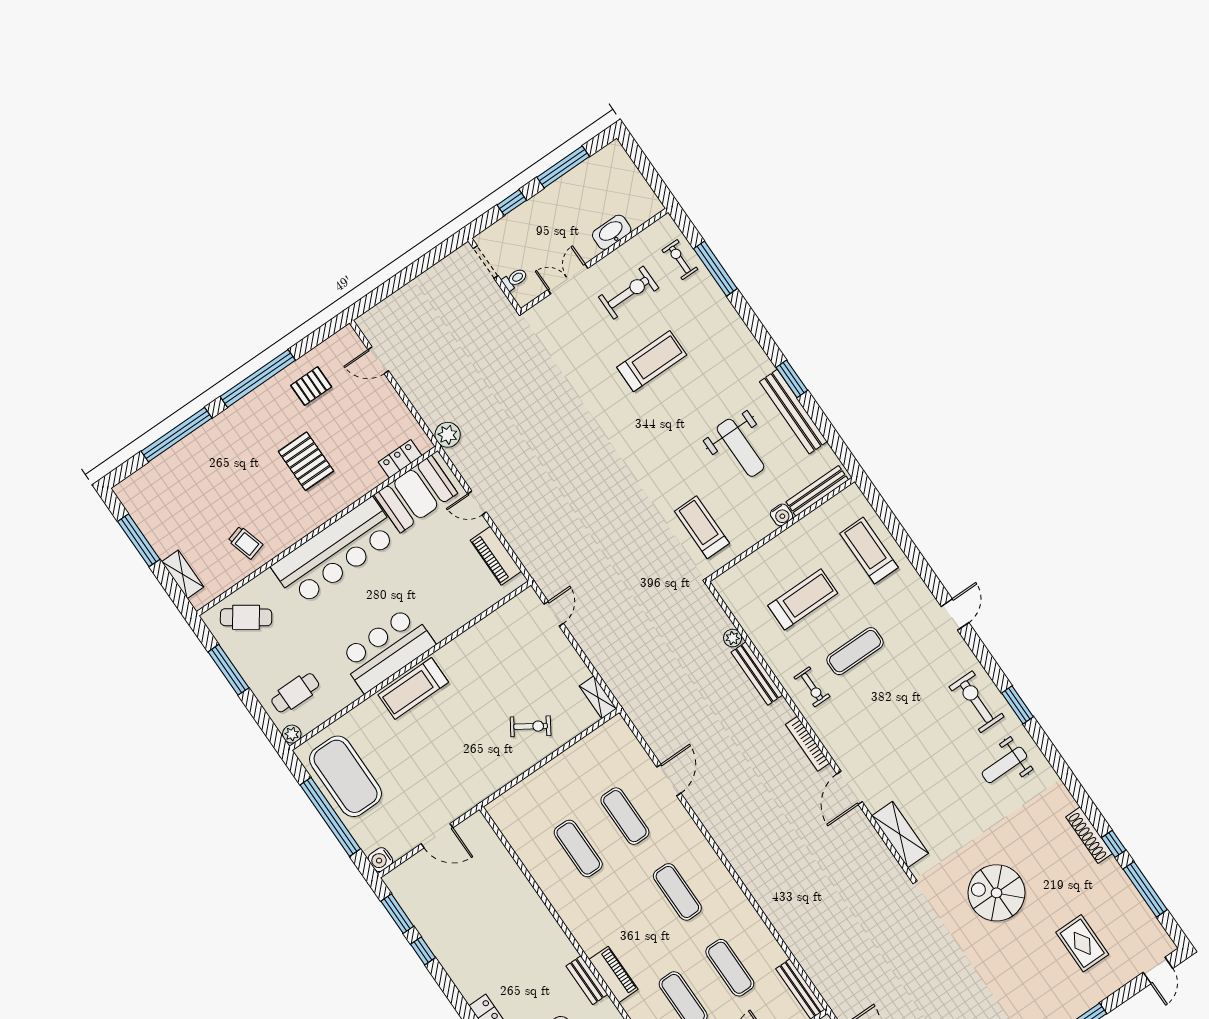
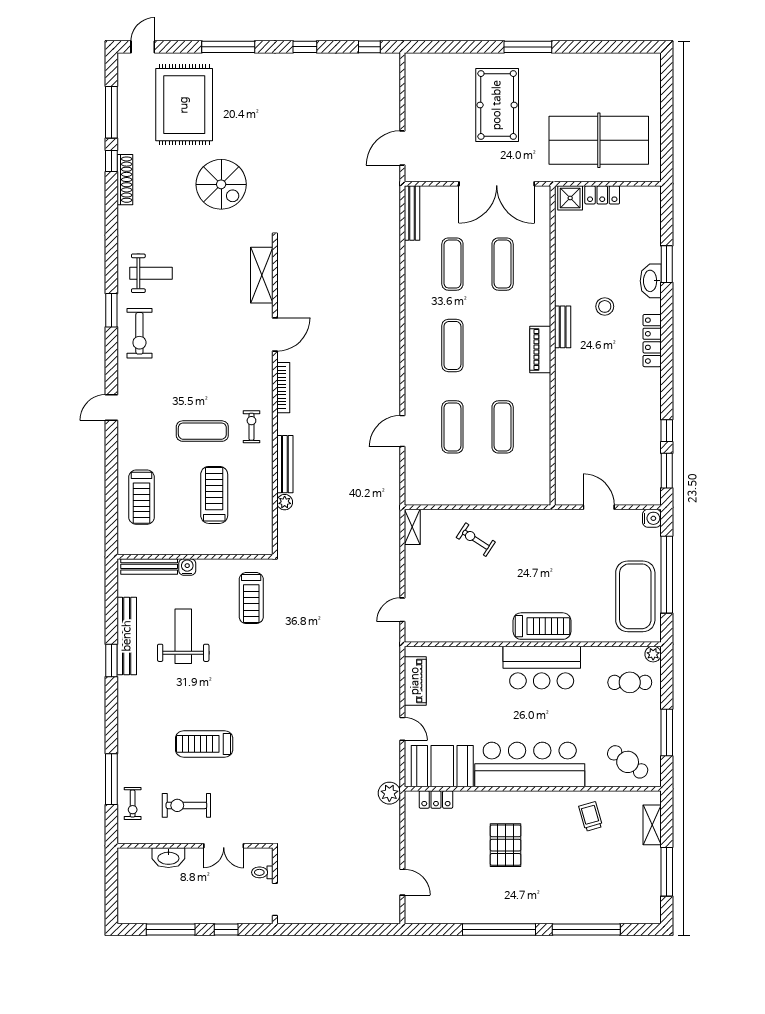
pallet: (311, 386) -> (464, 897), removed
treadmill: (803, 599) -> (214, 495), turned 90
rug: (1082, 943) -> (184, 105), width x1.86, depth x2.06
piano: (613, 974) -> (540, 350), moved

